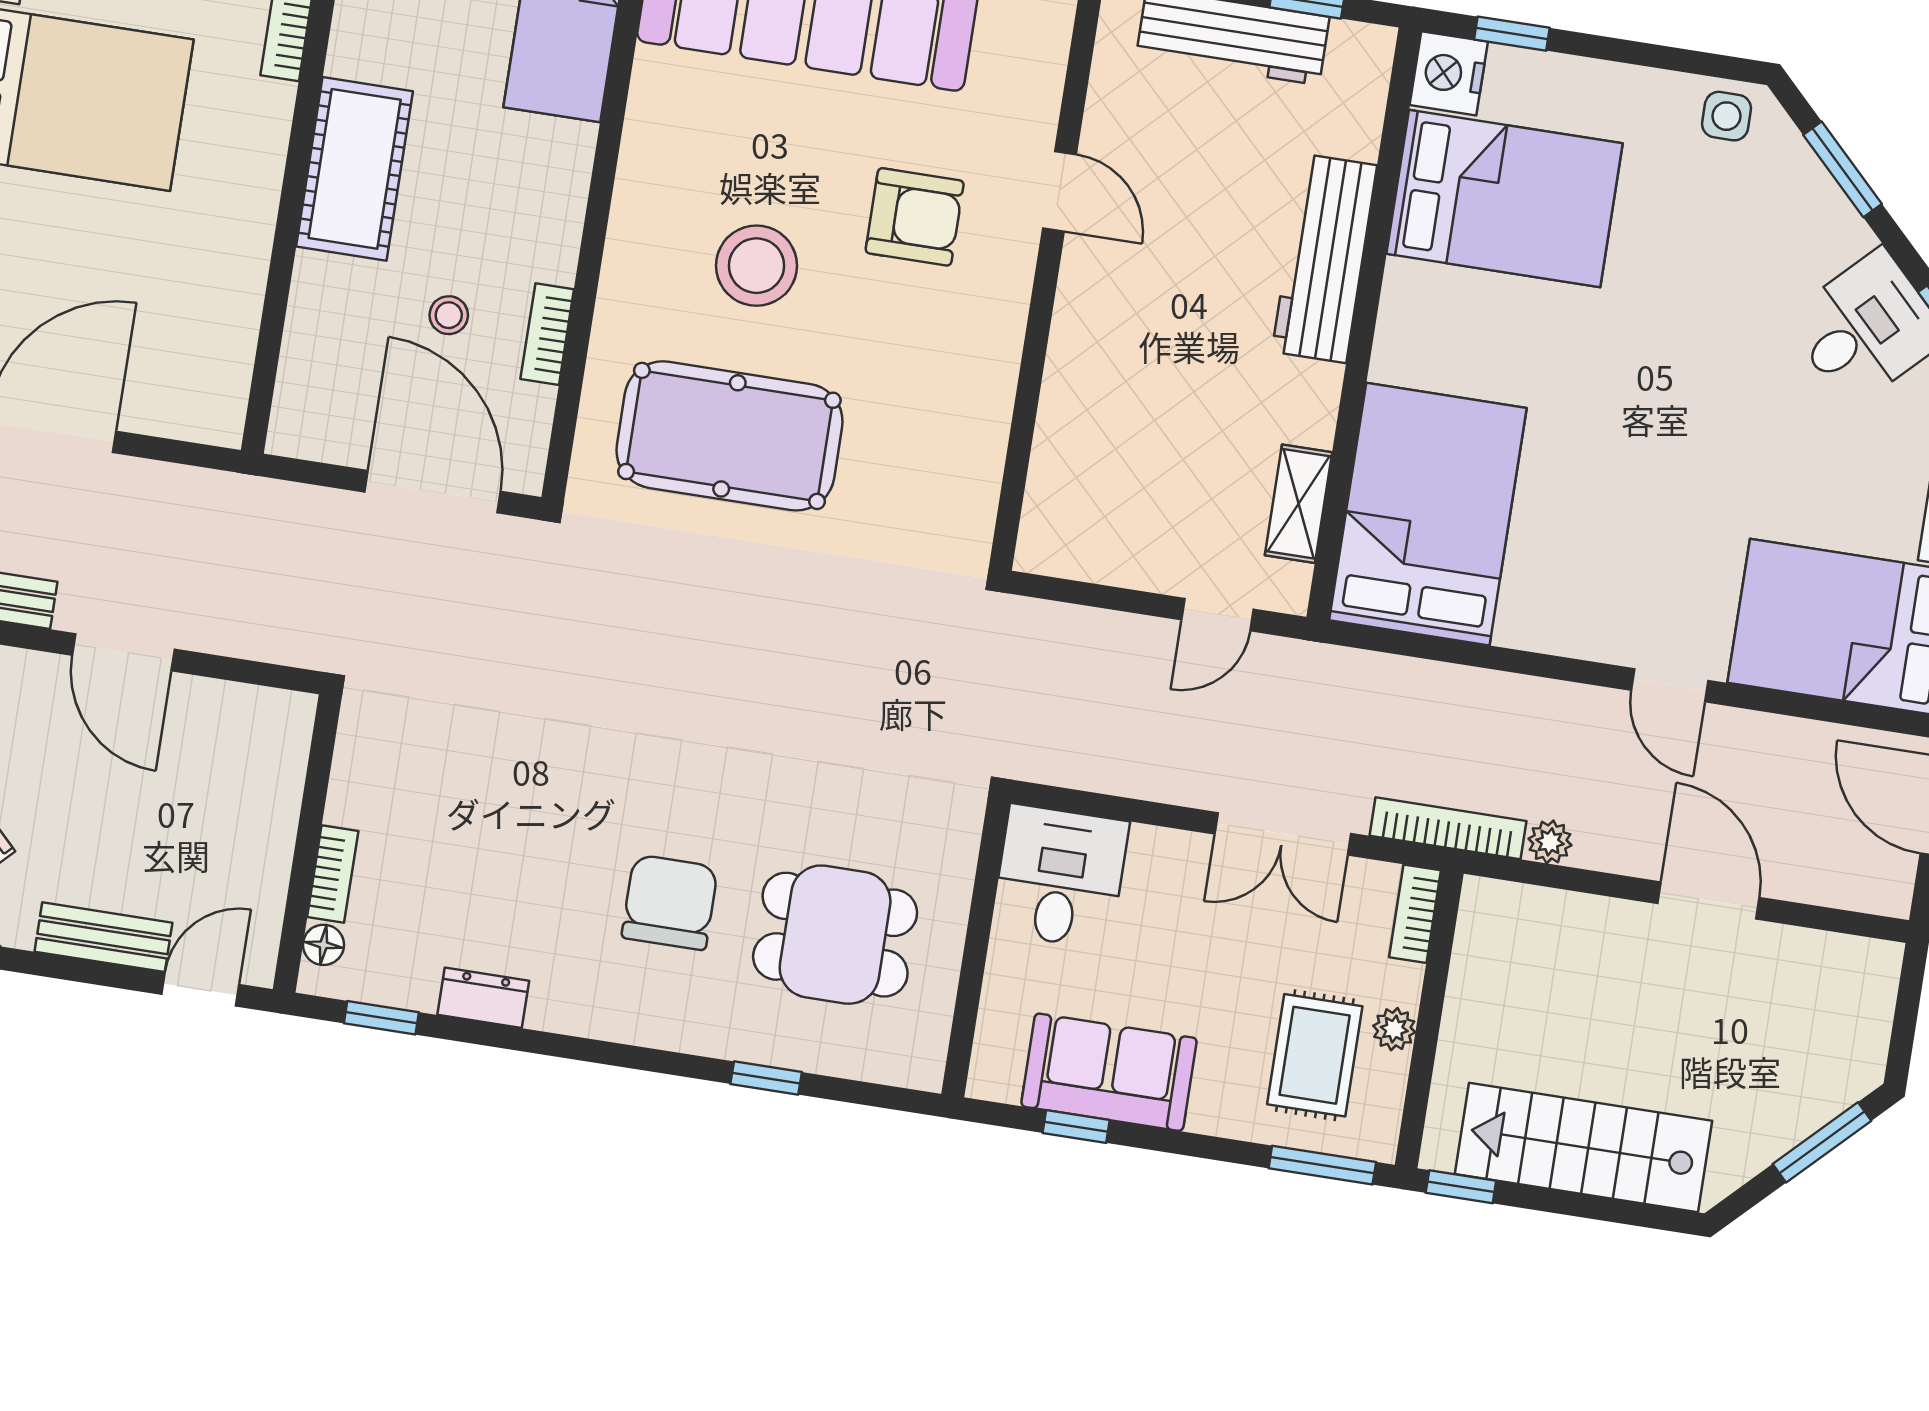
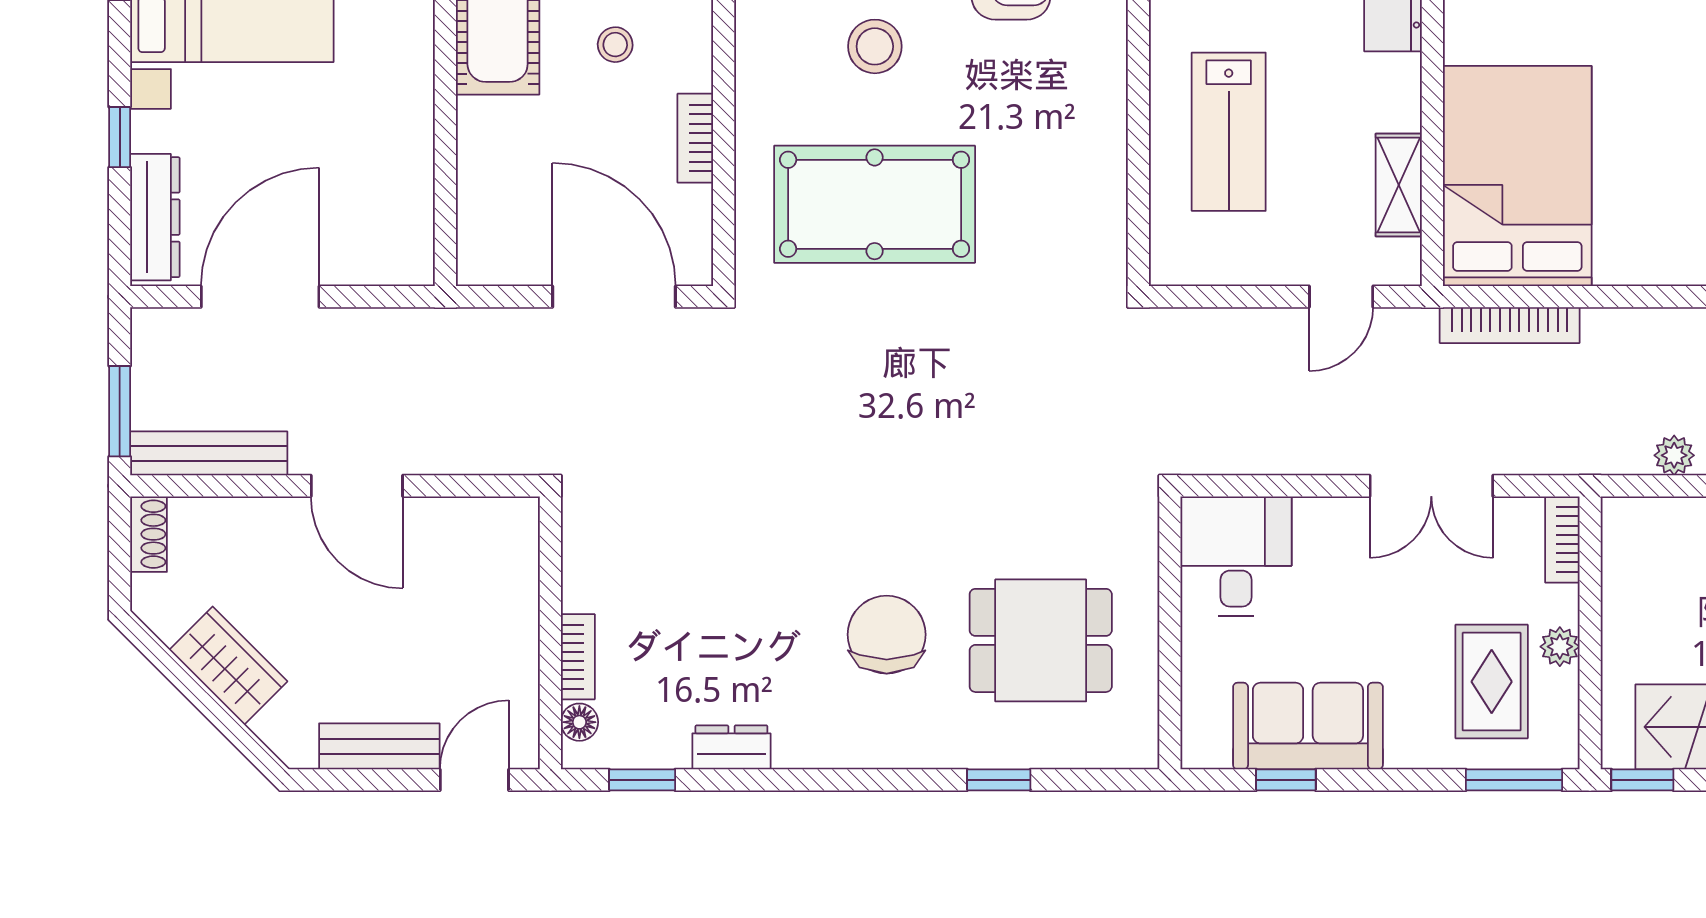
stool: (756, 266) -> (875, 46), width x0.73, depth x0.73
stool: (449, 315) -> (615, 45), moved
lab bench: (1124, 417) -> (1229, 132), added
bookcase: (1448, 828) -> (1510, 325), moved, turned 180

